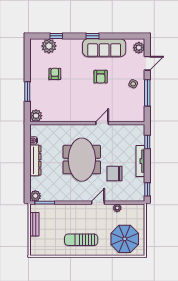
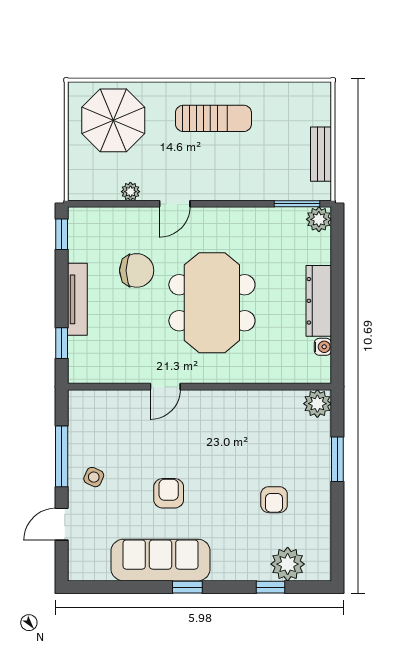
plant: (139, 48) -> (81, 560), removed

